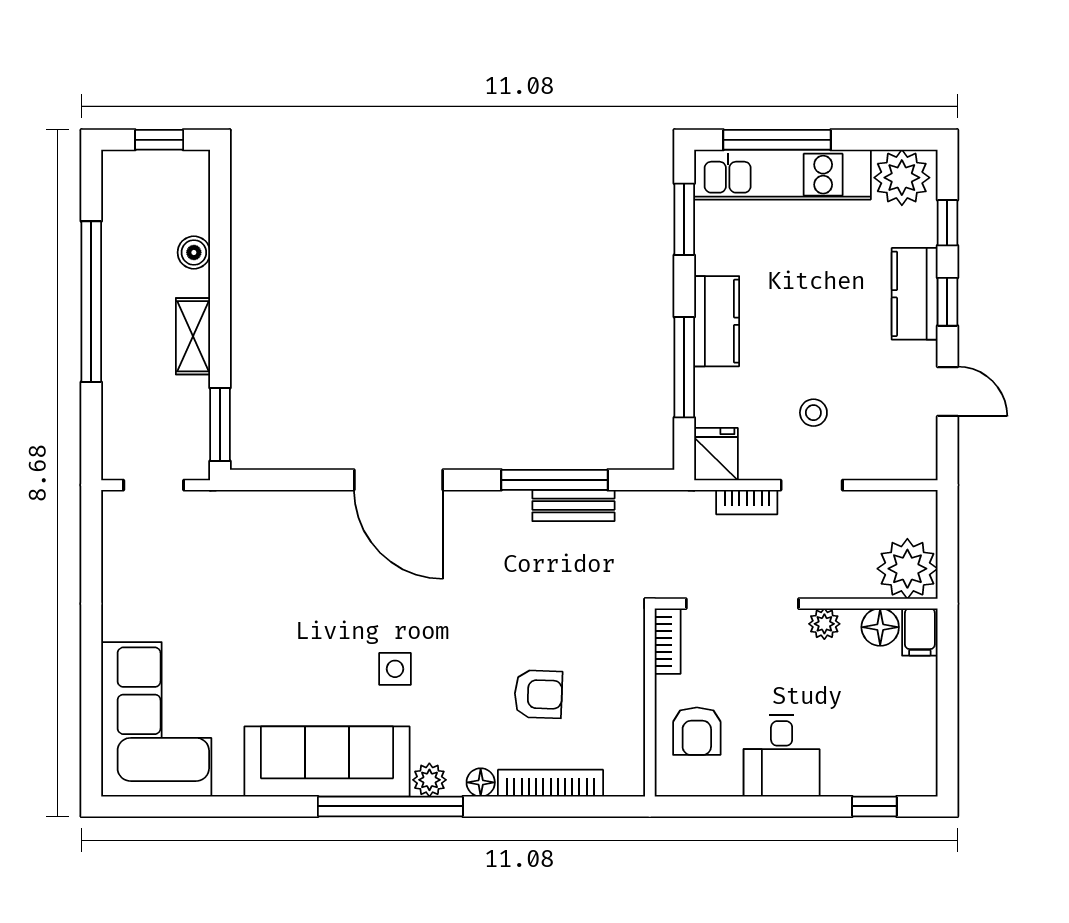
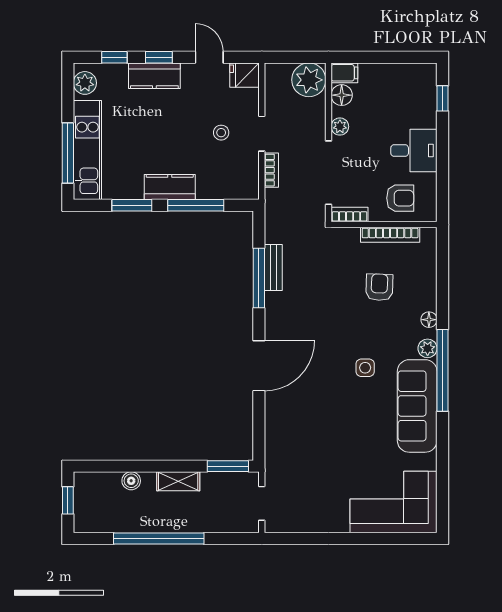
plant: (902, 178) -> (85, 83), width x0.73, depth x0.73
window: (684, 219) -> (132, 205), moved
door: (947, 391) -> (209, 57), hinge flipped
fridge: (716, 454) -> (244, 75), moved
bookcase: (551, 783) -> (390, 235), moved, turned -90

